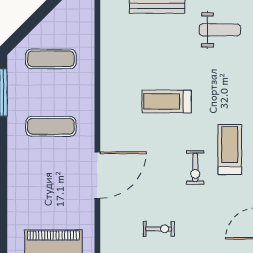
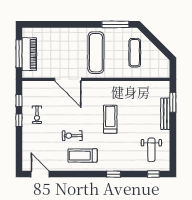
exercise mat: (51, 126) -> (96, 53), width x1.36, depth x1.45
treadmill: (230, 150) -> (83, 156), turned 180

